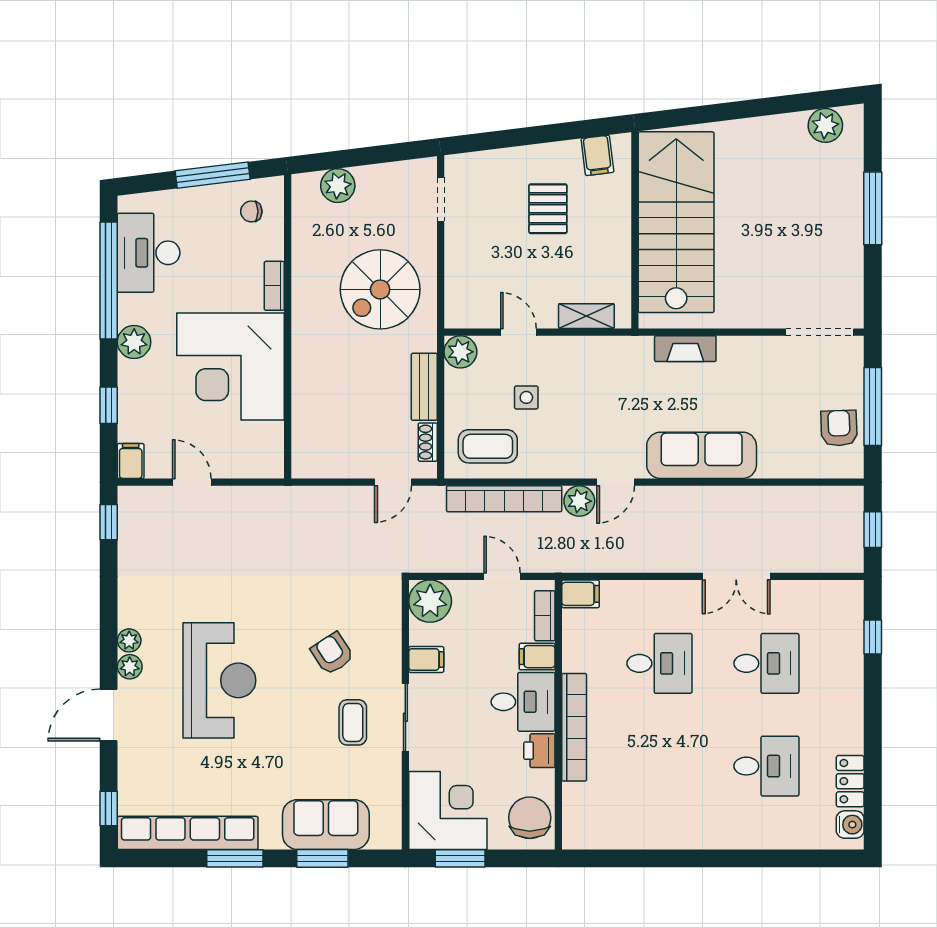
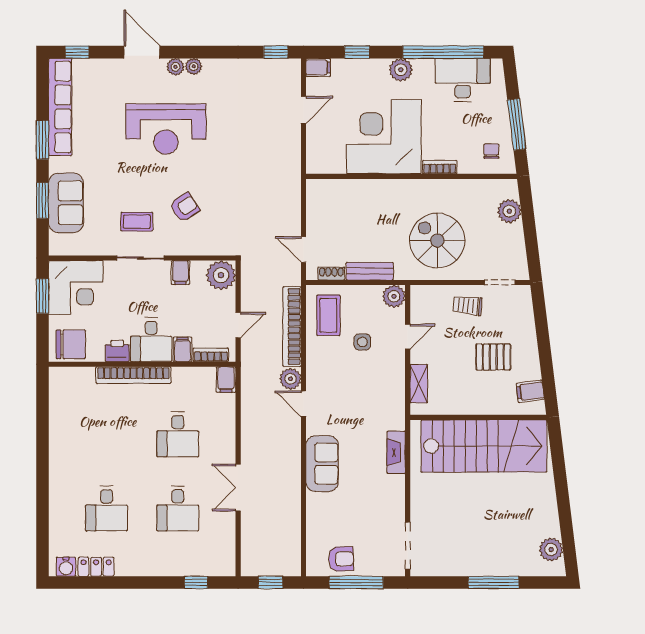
trolley: (474, 246) -> (468, 305), added
sofa: (702, 455) -> (322, 464), width x0.73

